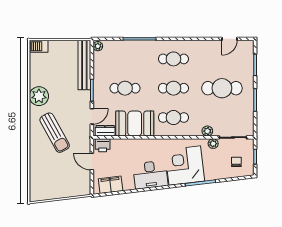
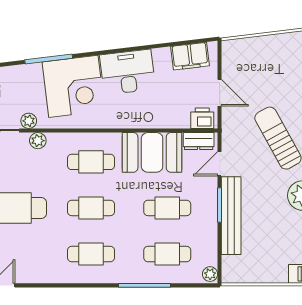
cafe table: (125, 59) -> (167, 254), added
bench: (84, 65) -> (231, 216), moved

